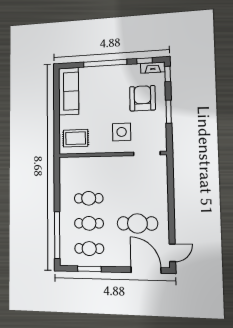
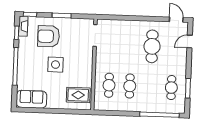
sofa: (69, 91) -> (31, 99), width x0.73
side table: (122, 132) -> (55, 65), moved
rug: (76, 138) -> (78, 95), turned 90
cafe table: (89, 223) -> (109, 85), moved
door: (146, 270) -> (190, 42), width x0.53

